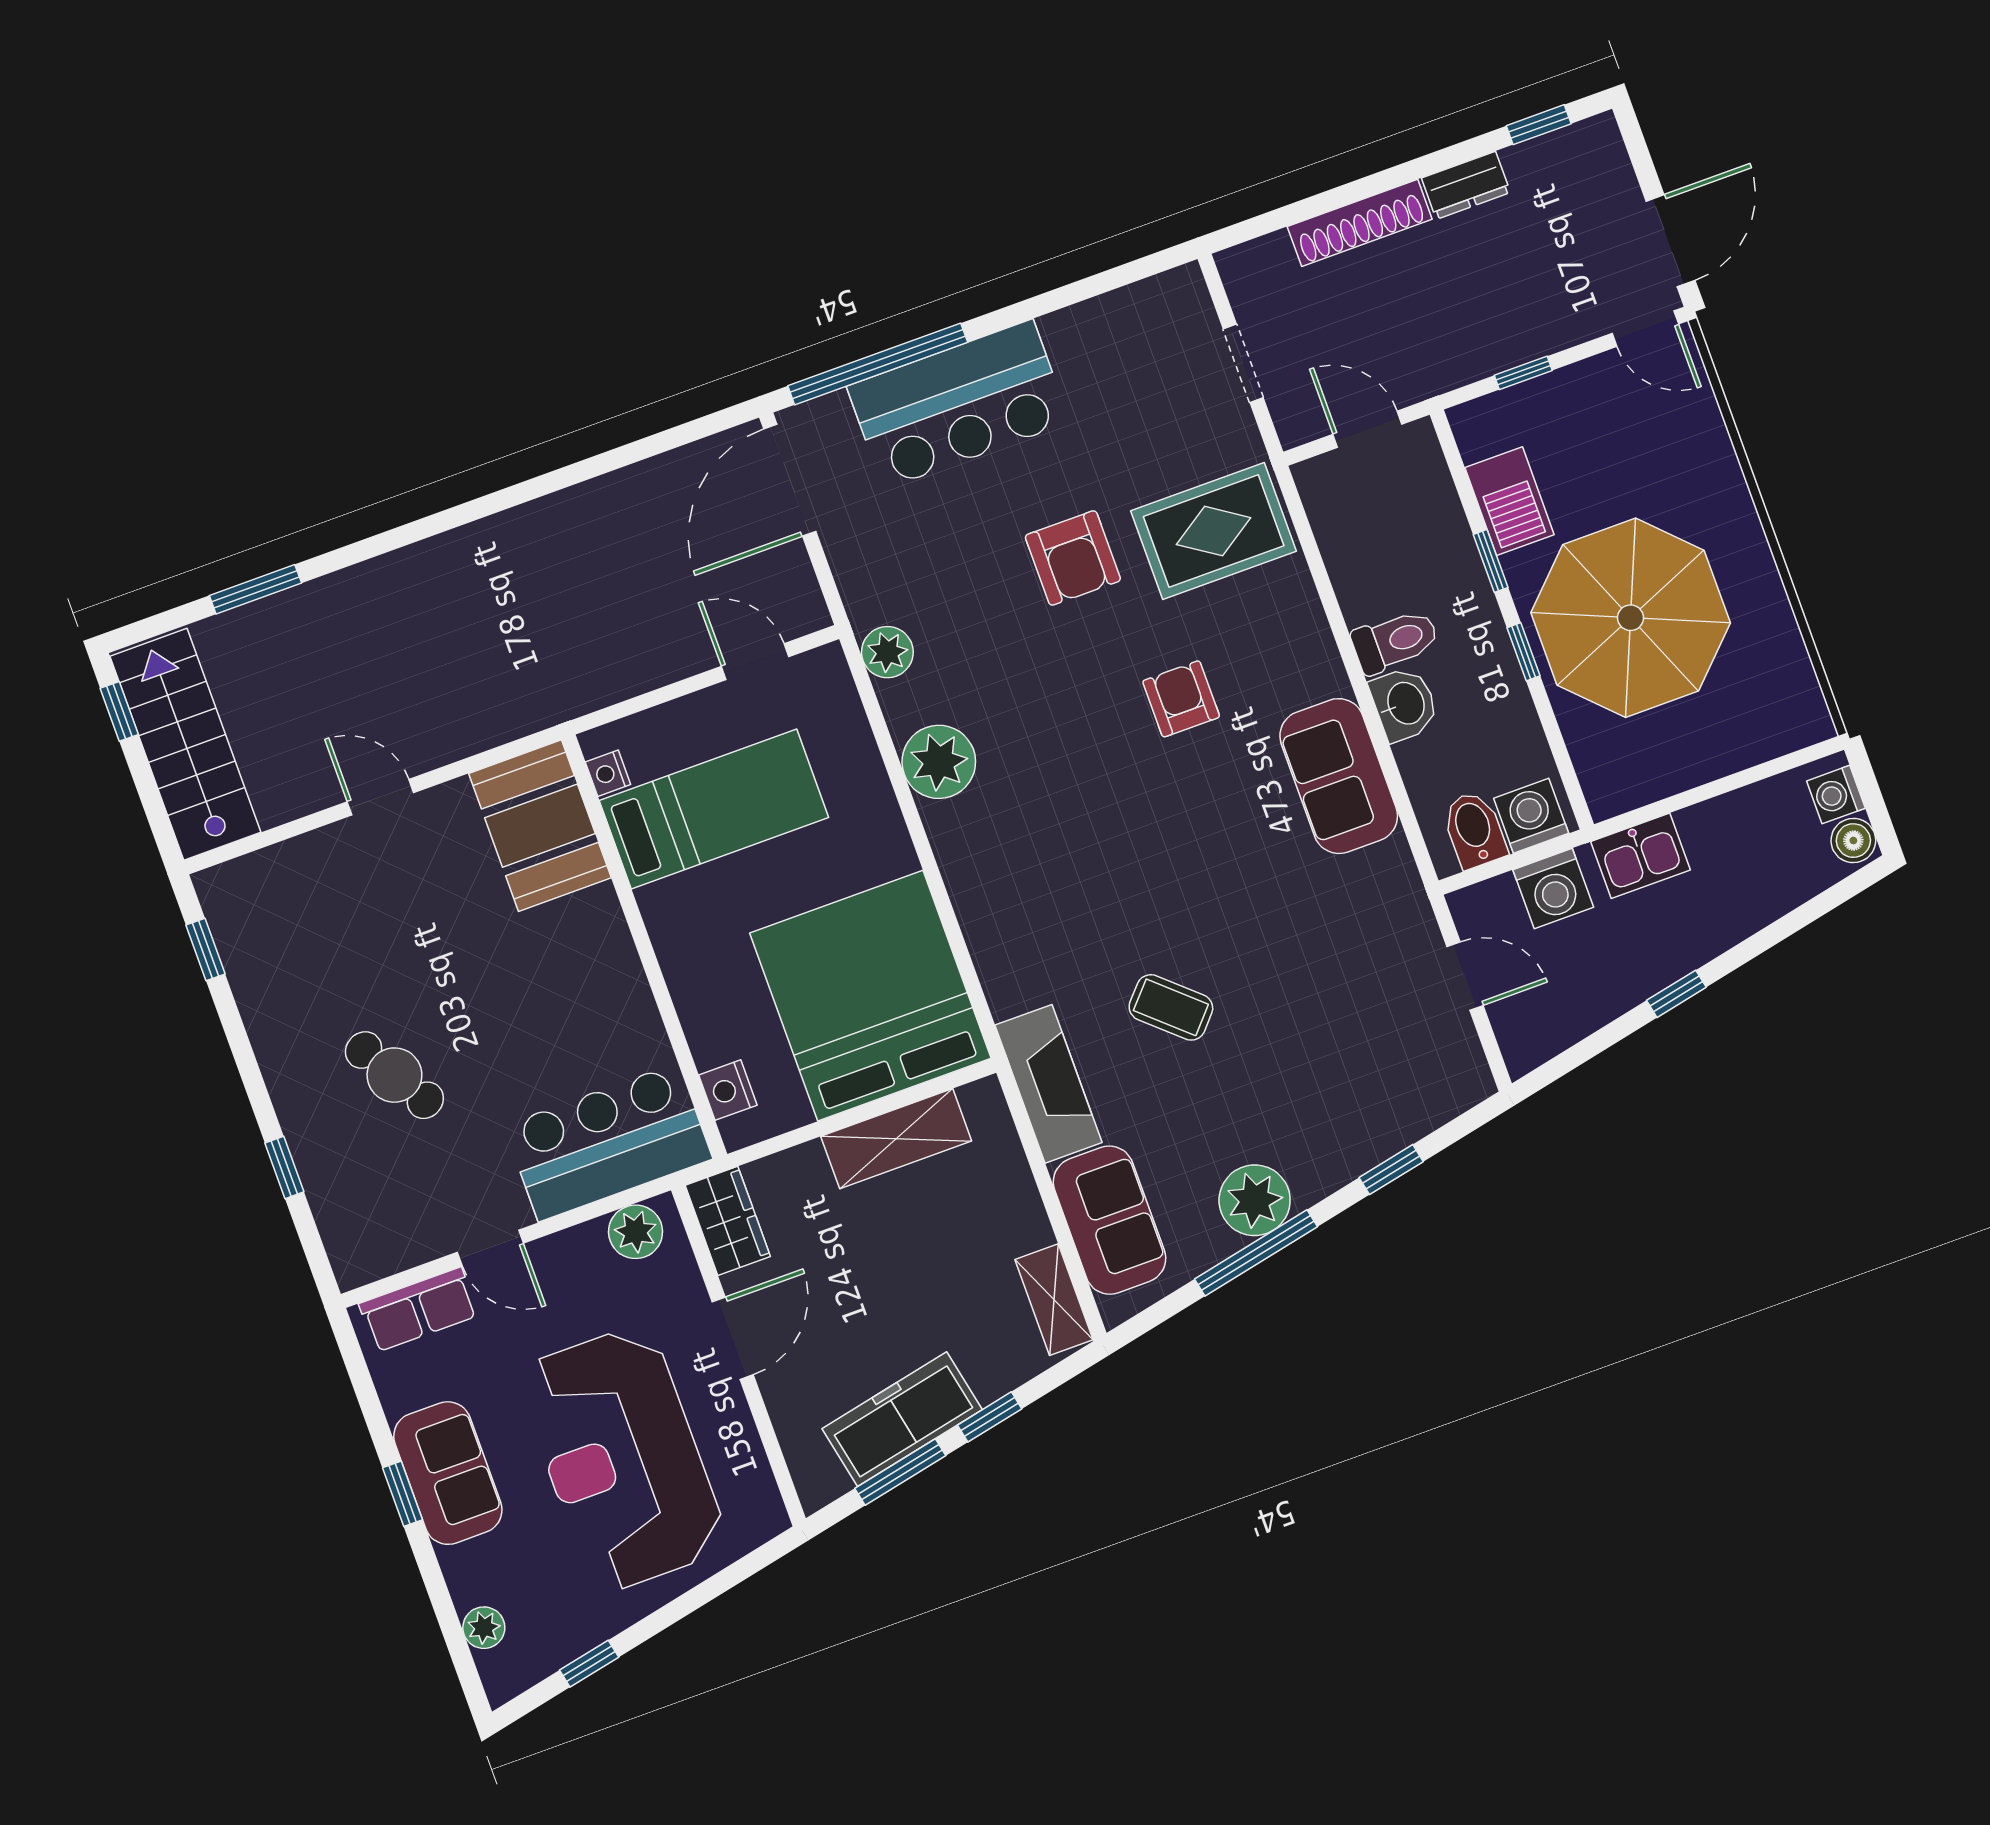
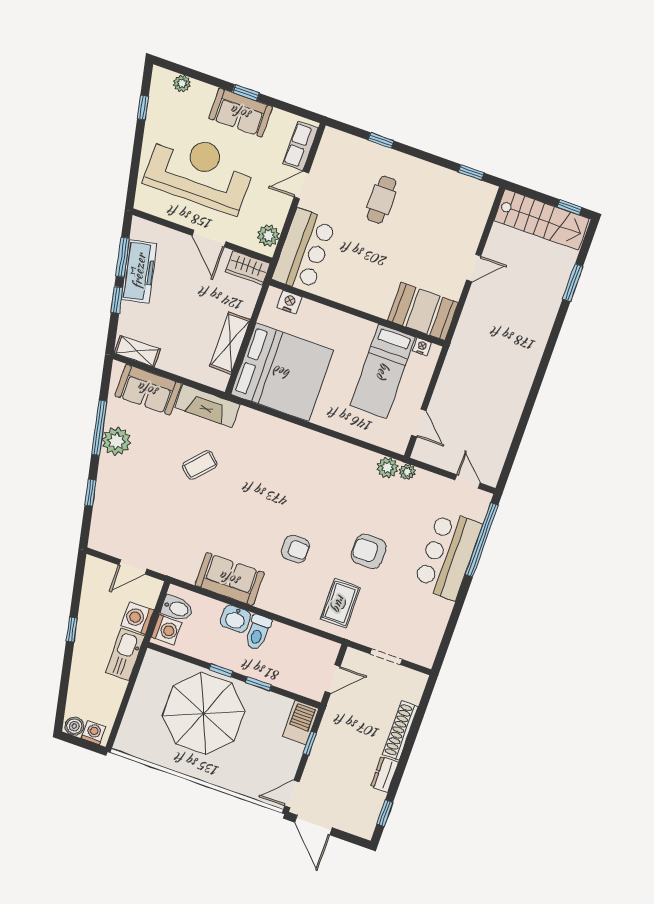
door: (790, 480) -> (468, 481), width x0.53
barbecue: (1510, 501) -> (301, 722), moved, turned 90
rug: (1214, 531) -> (340, 603), width x0.73, depth x0.70
door: (755, 662) -> (419, 423), hinge flipped
plant: (939, 762) -> (407, 472), moved, width x0.53, depth x0.53
kitchen sink: (1641, 856) -> (125, 654), width x1.38
cafe table: (394, 1075) -> (382, 200), turned -59

